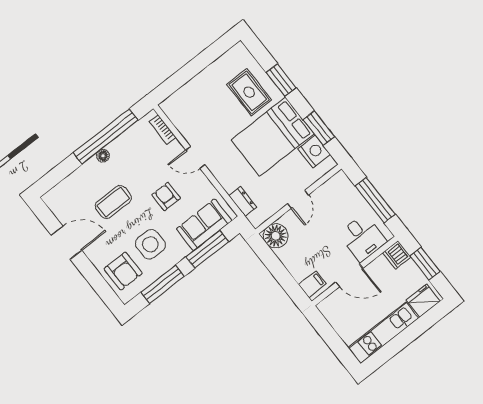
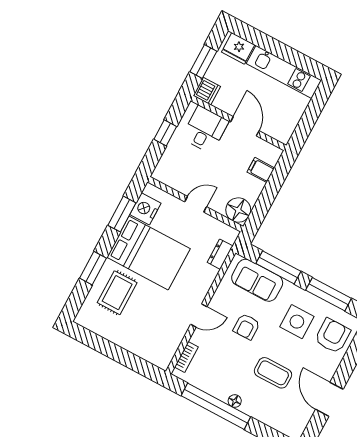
door: (195, 157) -> (199, 316), hinge flipped
window: (375, 200) -> (165, 133), width x0.46
filing cabinet: (312, 284) -> (261, 170), moved

